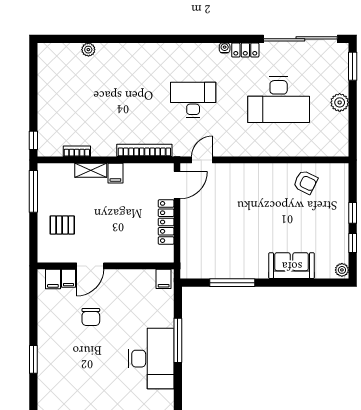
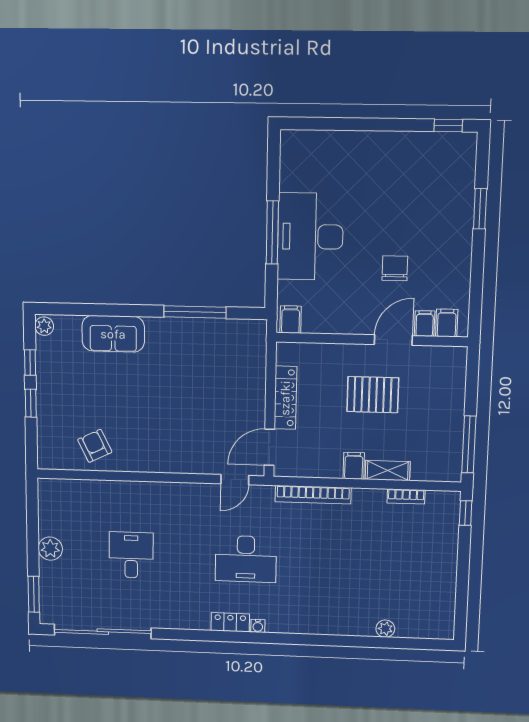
water cooler: (225, 48) -> (258, 626), moved
locker: (245, 50) -> (230, 622), moved
desk: (279, 100) -> (131, 555), width x0.53, depth x0.77
armchair: (305, 182) -> (95, 446), turned 38
pallet: (62, 225) -> (373, 395), moved, width x1.50, depth x1.42
desk: (151, 359) -> (310, 237), moved

